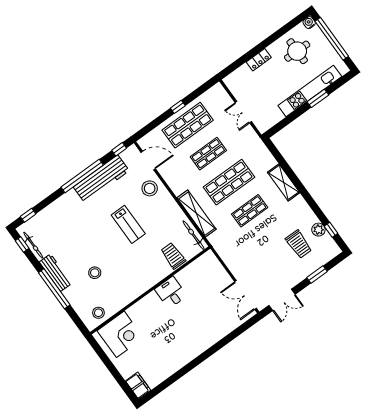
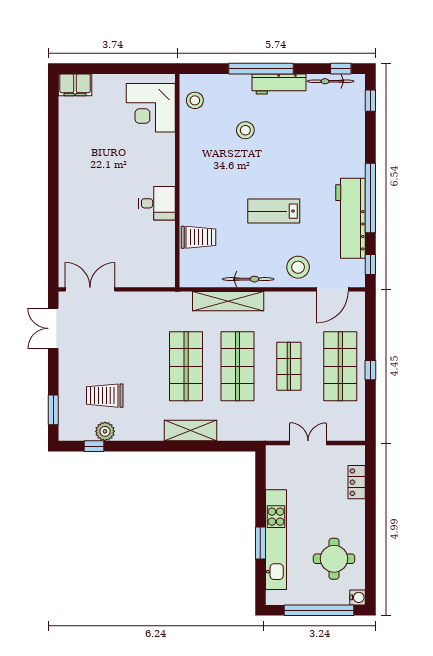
locker: (259, 60) -> (357, 482), moved
shop shelf: (250, 211) -> (186, 366), width x1.43, depth x1.36
bicycle: (194, 235) -> (248, 279), moved
window: (317, 275) -> (53, 410), moved

